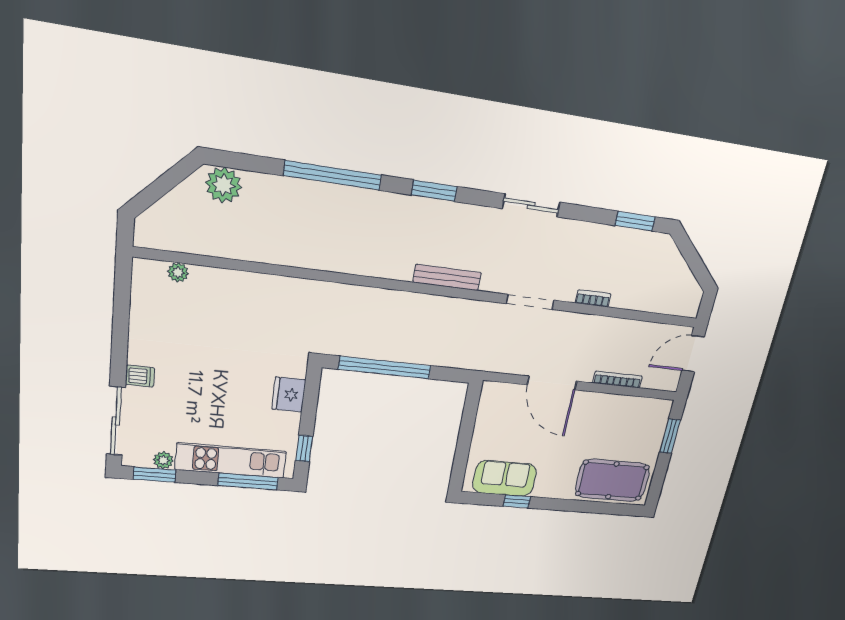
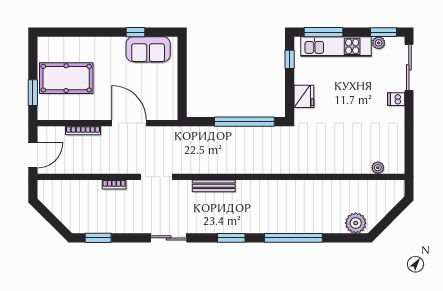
pool table: (612, 480) -> (66, 78), moved

